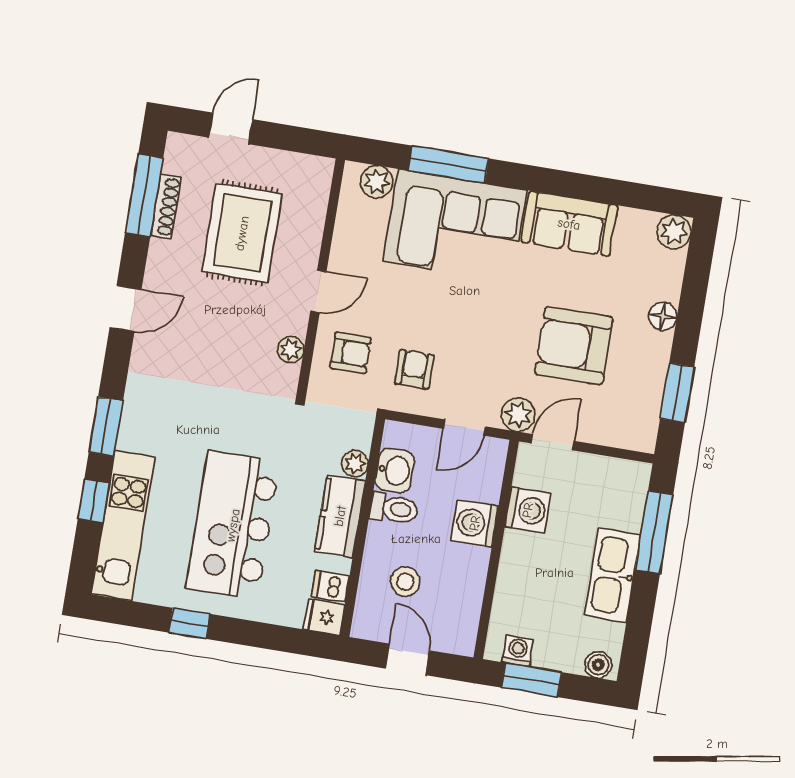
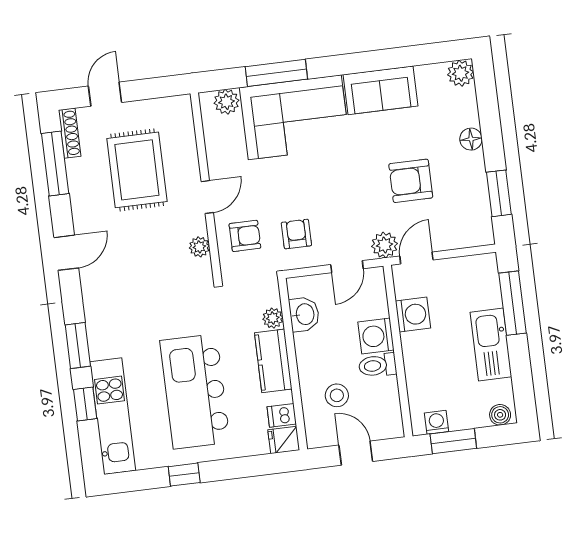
shoe rack: (166, 206) -> (70, 133), moved
armchair: (574, 346) -> (411, 181), width x0.73, depth x0.73
toilet: (394, 509) -> (378, 365), moved, turned 180

